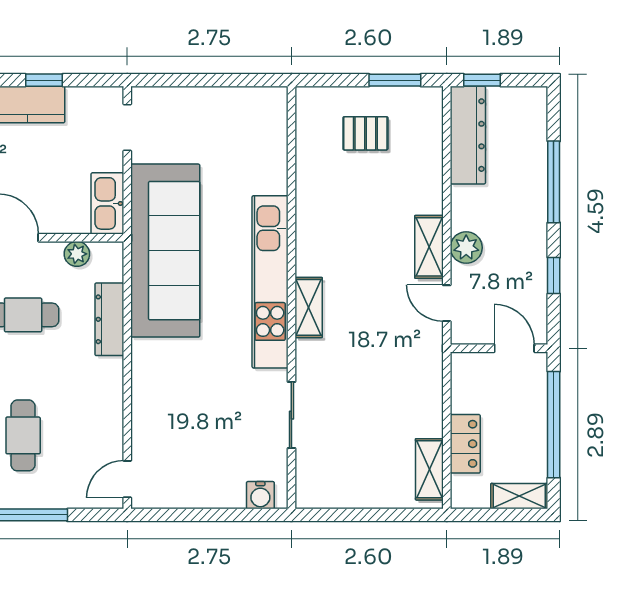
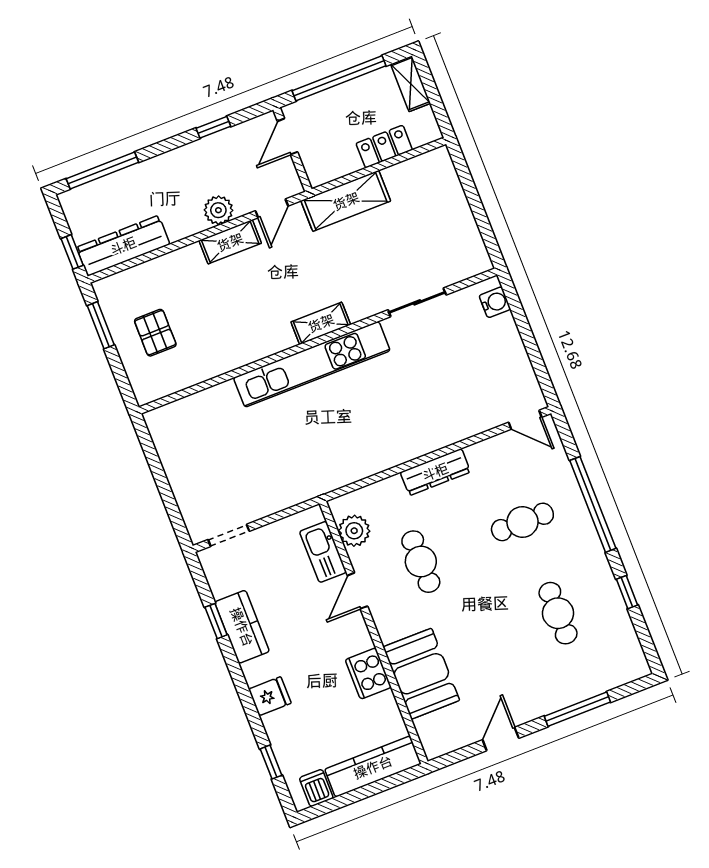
window: (554, 182) -> (102, 170), moved
kitchen sink: (107, 203) -> (323, 552), moved, turned 90
sofa: (165, 251) -> (320, 463), removed
plant: (77, 254) -> (354, 531), width x1.38, depth x1.38
dresser: (109, 319) -> (435, 472), moved
shelving: (429, 469) -> (346, 201), moved, width x1.50, depth x1.33

